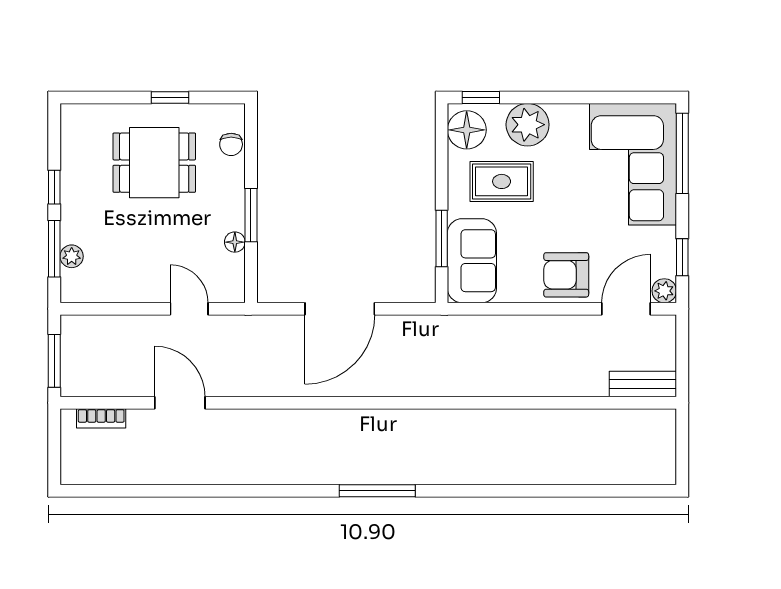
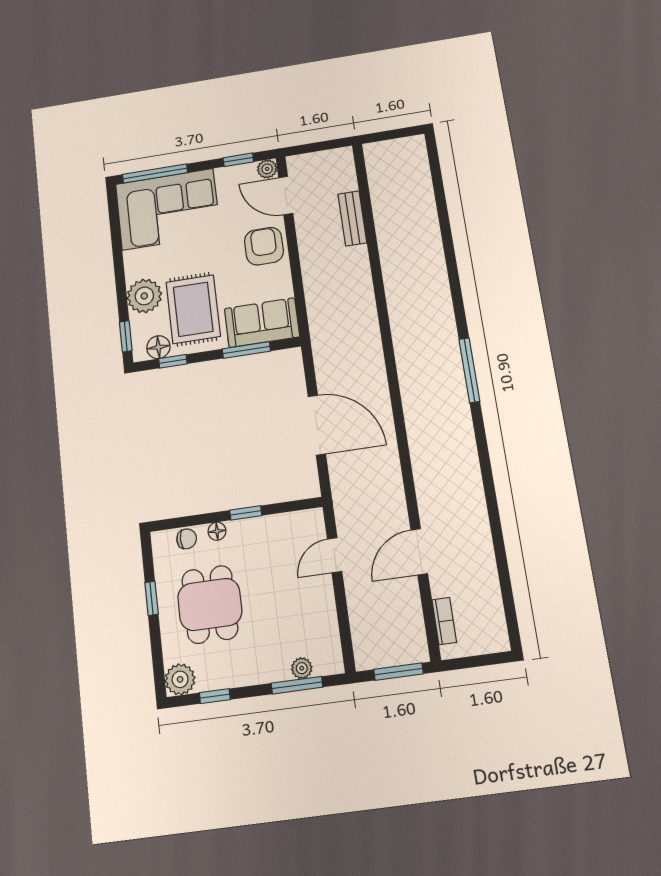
plant: (77, 120) -> (180, 679), added
floor lamp: (467, 130) -> (158, 347), width x0.73, depth x0.73
window: (442, 151) -> (173, 361), added
rug: (502, 181) -> (193, 309), width x1.36, depth x1.43
window: (54, 187) -> (215, 696), moved
window: (251, 215) -> (246, 513), width x0.67
floor lamp: (235, 242) -> (217, 531), moved
armchair: (566, 275) -> (264, 246), turned 180
bench: (643, 384) -> (352, 218), moved

